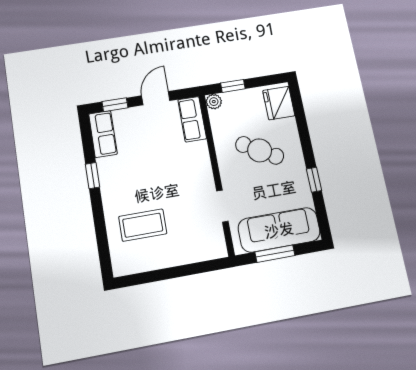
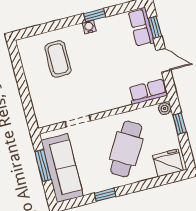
row of seats: (103, 134) -> (141, 27), moved, turned 90
cafe table: (260, 150) -> (126, 149), width x1.37, depth x1.35
water cooler: (107, 183) -> (89, 27), added

